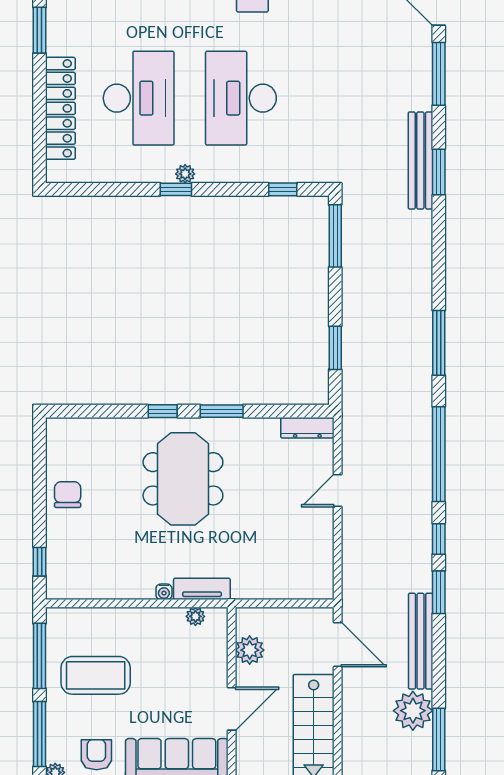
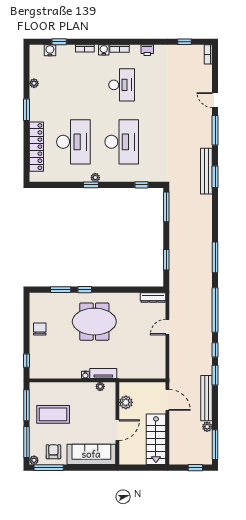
desk: (241, 98) -> (122, 142), turned 180
window: (222, 411) -> (61, 290), moved
meeting table: (183, 479) -> (94, 322), turned 90
plant: (413, 711) -> (207, 427), width x0.53, depth x0.53

